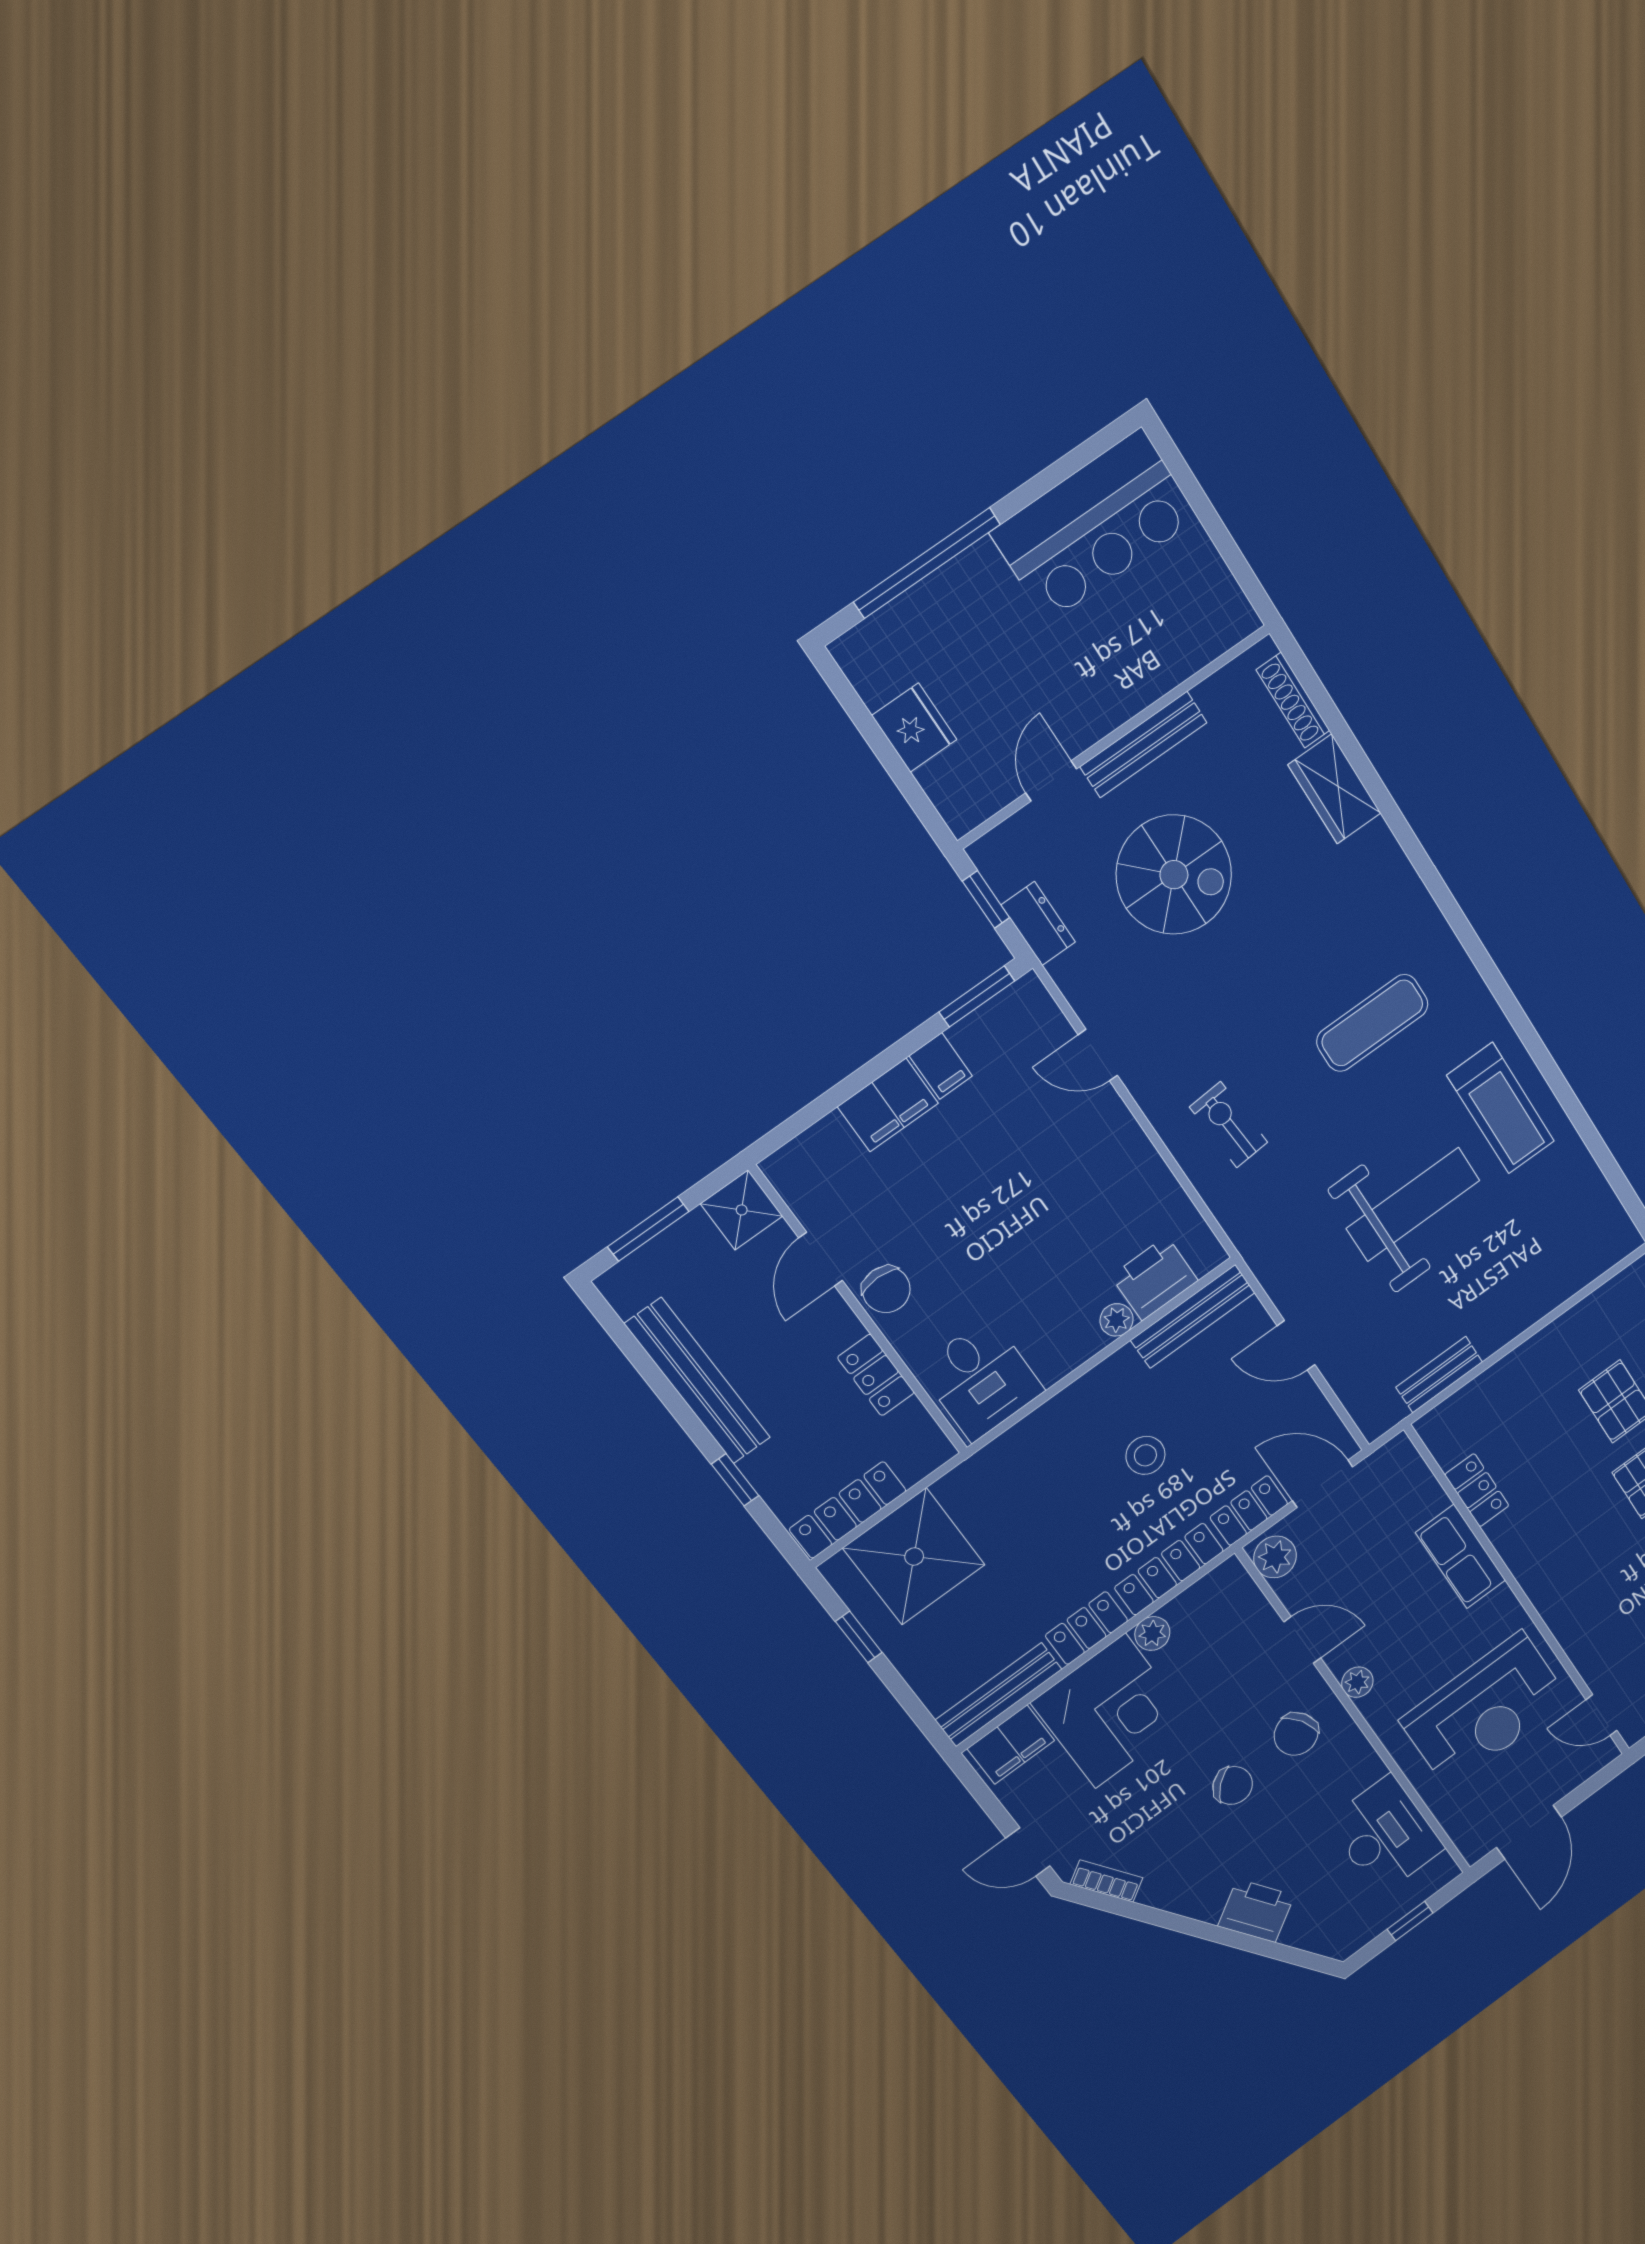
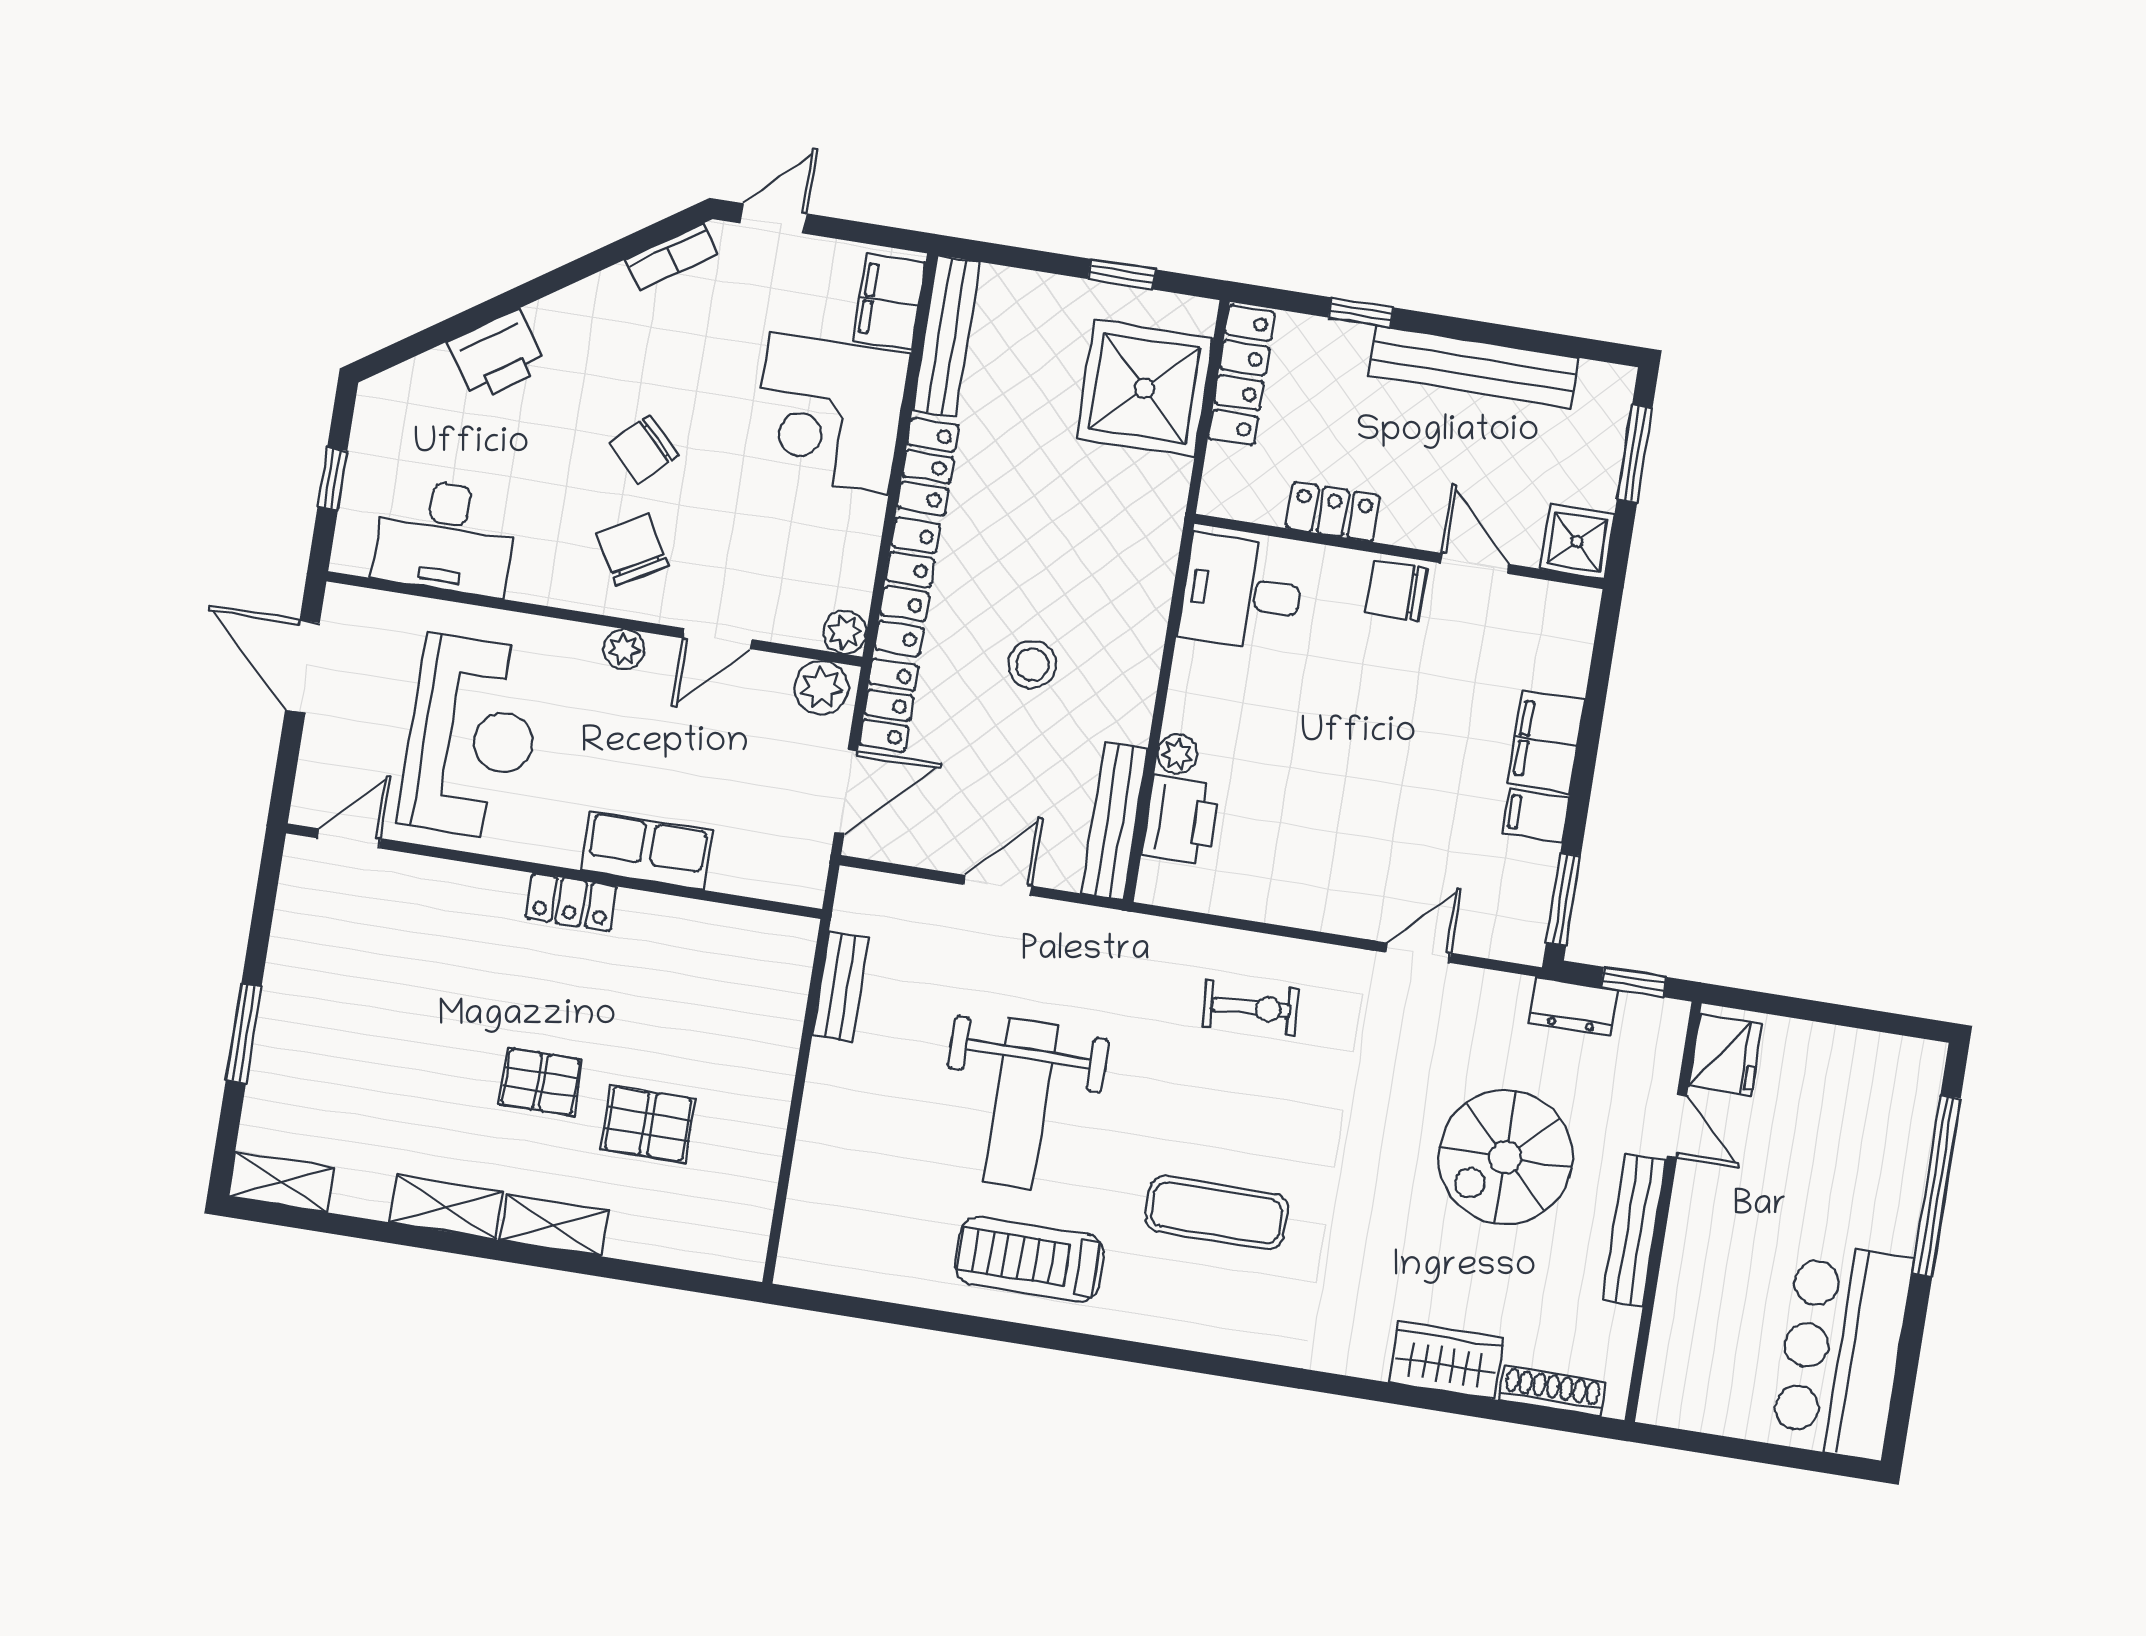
fridge: (914, 728) -> (1725, 1055), moved, turned -90
exercise mat: (1372, 1023) -> (1217, 1213), turned 90
locker: (1477, 1490) -> (571, 902), moved
plant: (1152, 1633) -> (845, 632), moved
reception desk: (1485, 1710) -> (472, 737), turned 180

